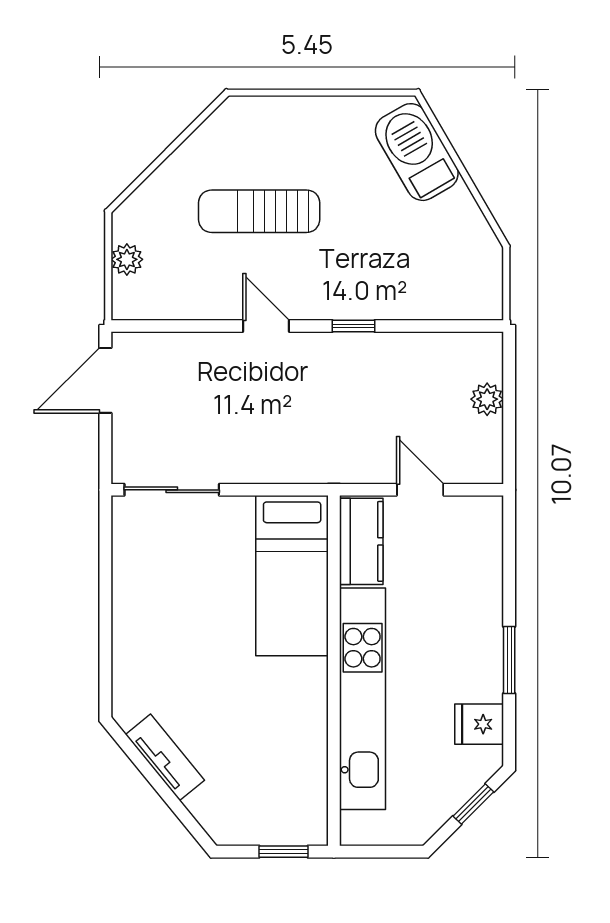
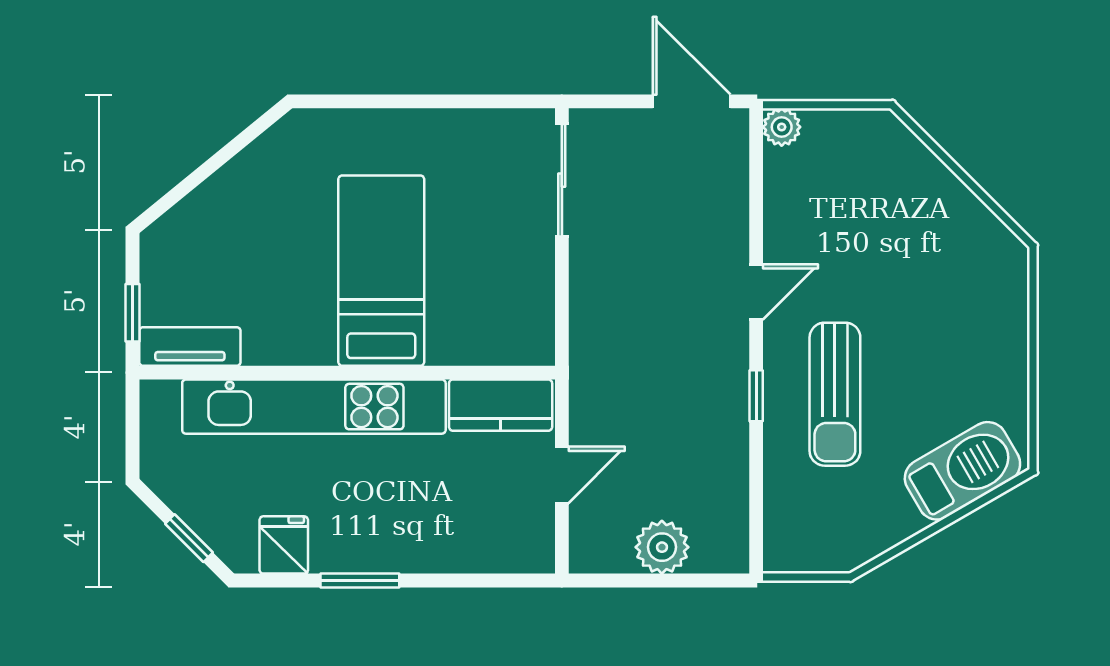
sun lounger: (259, 211) -> (835, 394), moved, turned 180
plant: (127, 259) -> (782, 127), moved
plant: (487, 399) -> (662, 547), width x1.38, depth x1.38
bed: (292, 576) -> (381, 271), moved, turned 90
tv unit: (165, 757) -> (190, 346), moved, turned -141

